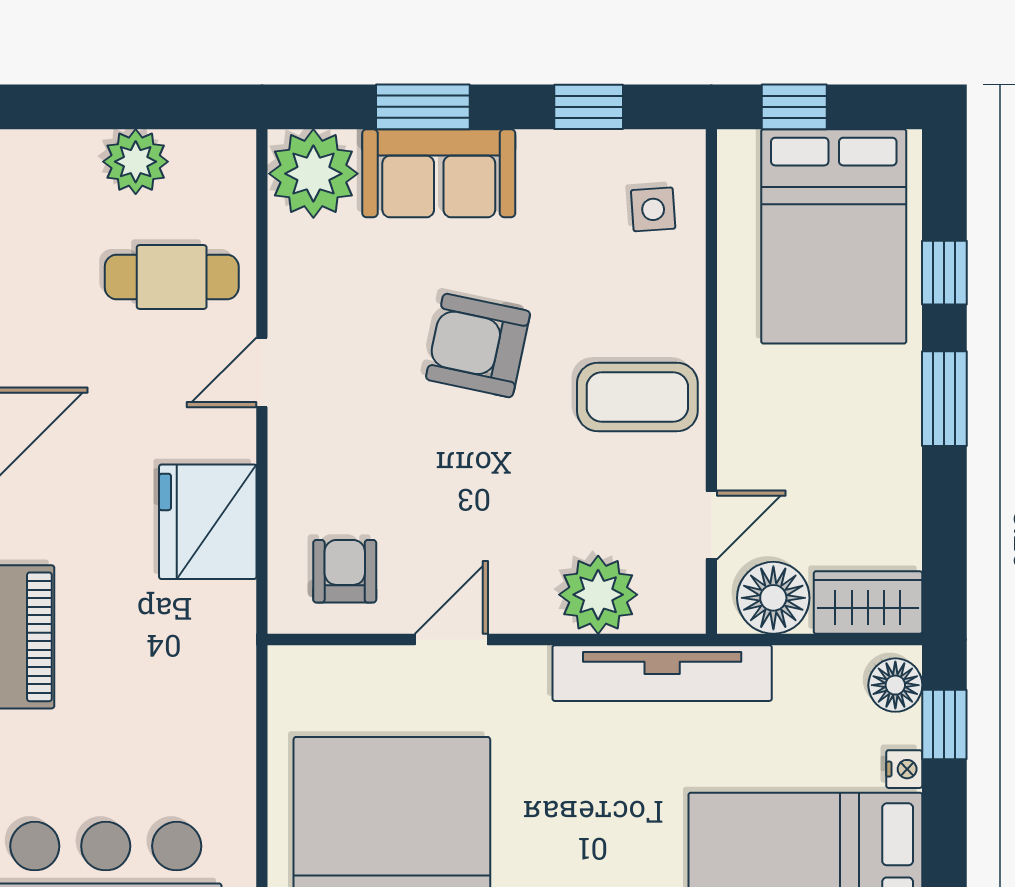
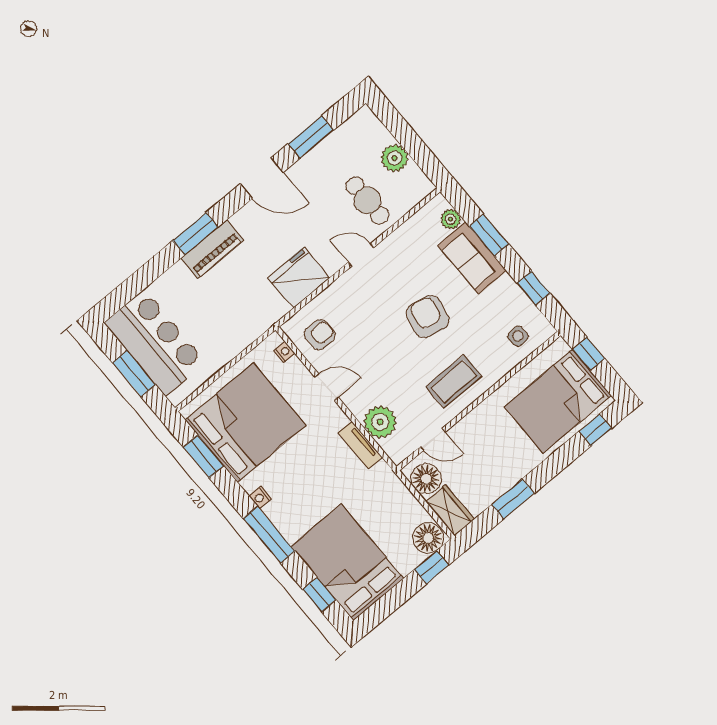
plant: (313, 174) -> (451, 219), width x0.53, depth x0.53
window: (944, 273) -> (595, 430), moved
coffee table: (637, 397) -> (454, 381), turned 90
window: (944, 399) -> (513, 499), moved
tv unit: (662, 673) -> (360, 445), width x0.52, depth x0.78
floor lamp: (895, 685) -> (428, 538), width x1.38, depth x1.38
nightstand: (904, 769) -> (284, 352), moved, turned -90

